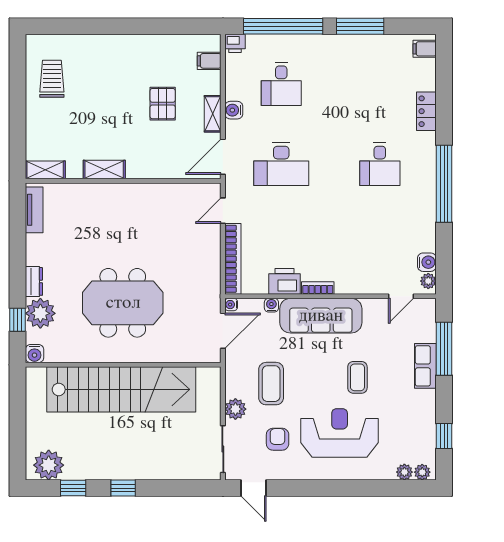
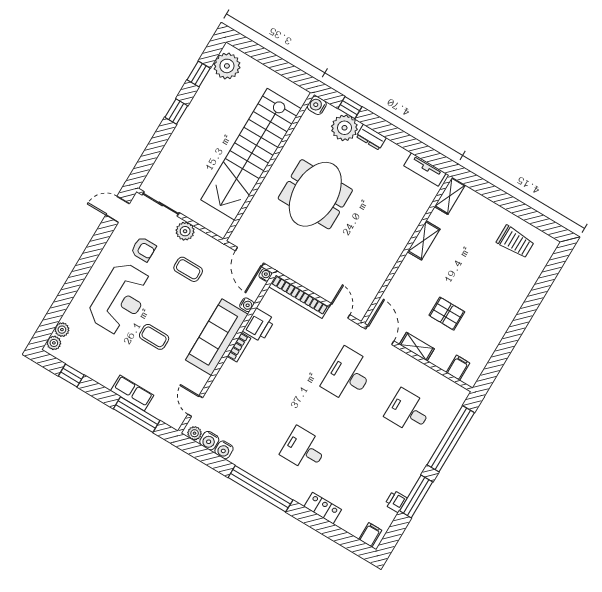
printer: (235, 43) -> (396, 501), moved
water cooler: (234, 110) -> (224, 450), moved, turned 180
coffee table: (271, 384) -> (188, 269), width x0.73, depth x0.77

